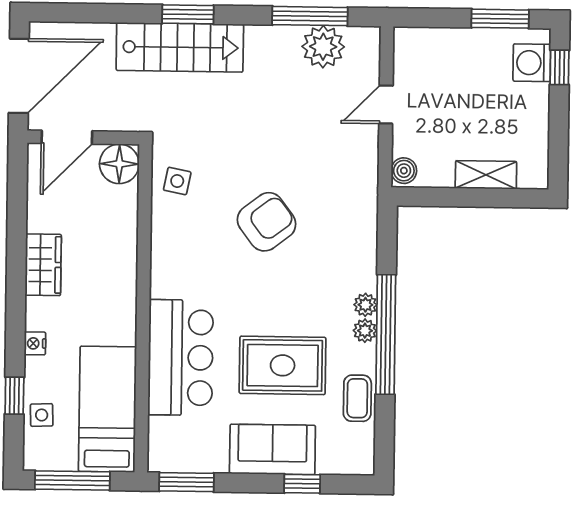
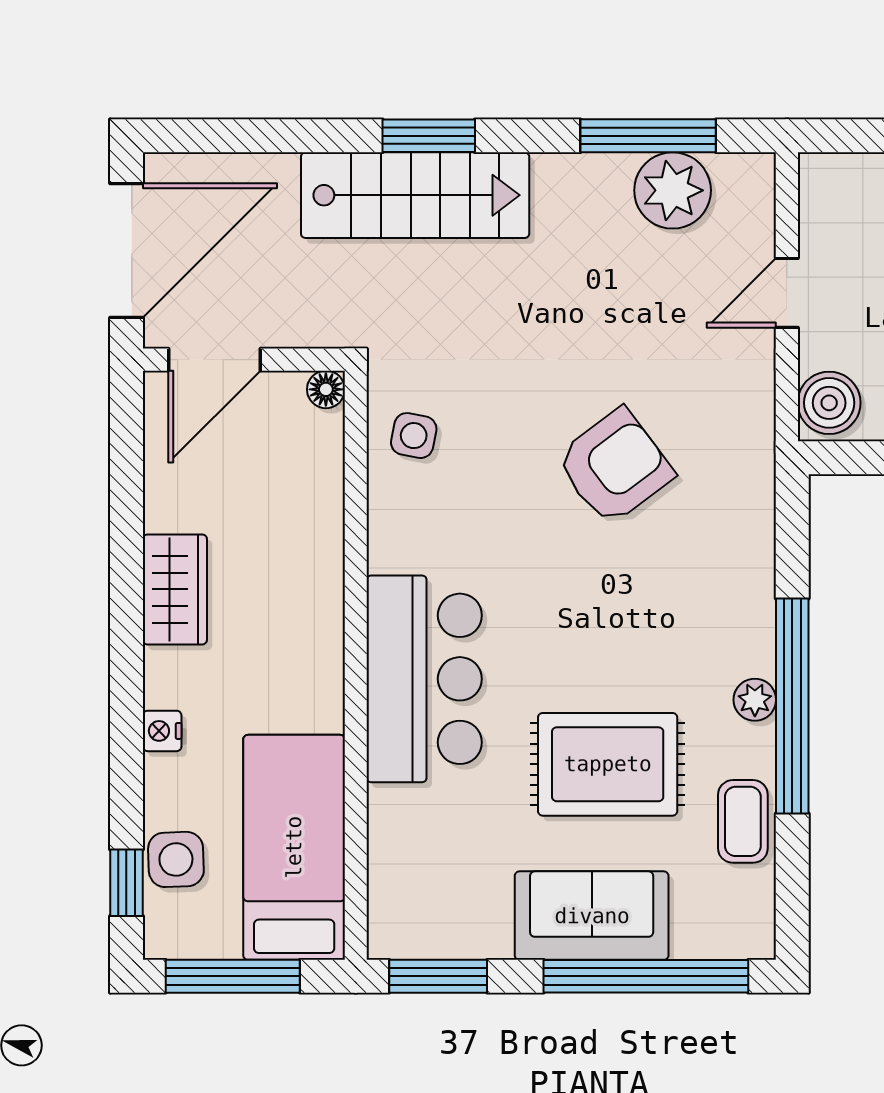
floor lamp: (119, 164) -> (326, 389), width x0.53, depth x0.53
boiler: (404, 171) -> (829, 403), width x1.36, depth x1.36
armchair: (267, 222) -> (615, 467), moved
plant: (365, 305) -> (755, 653), removed
bar counter: (181, 358) -> (424, 679), moved
window: (14, 396) -> (126, 883), moved
side table: (42, 415) -> (176, 859), width x1.37, depth x1.37
window: (302, 484) -> (646, 976), width x3.17

